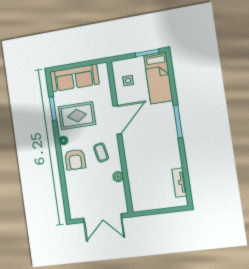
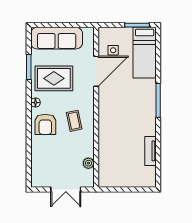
door: (117, 120) -> (96, 71), moved
plant: (118, 177) -> (88, 163), moved
tv unit: (179, 183) -> (151, 151), moved
double door: (102, 218) -> (66, 189), width x0.73

